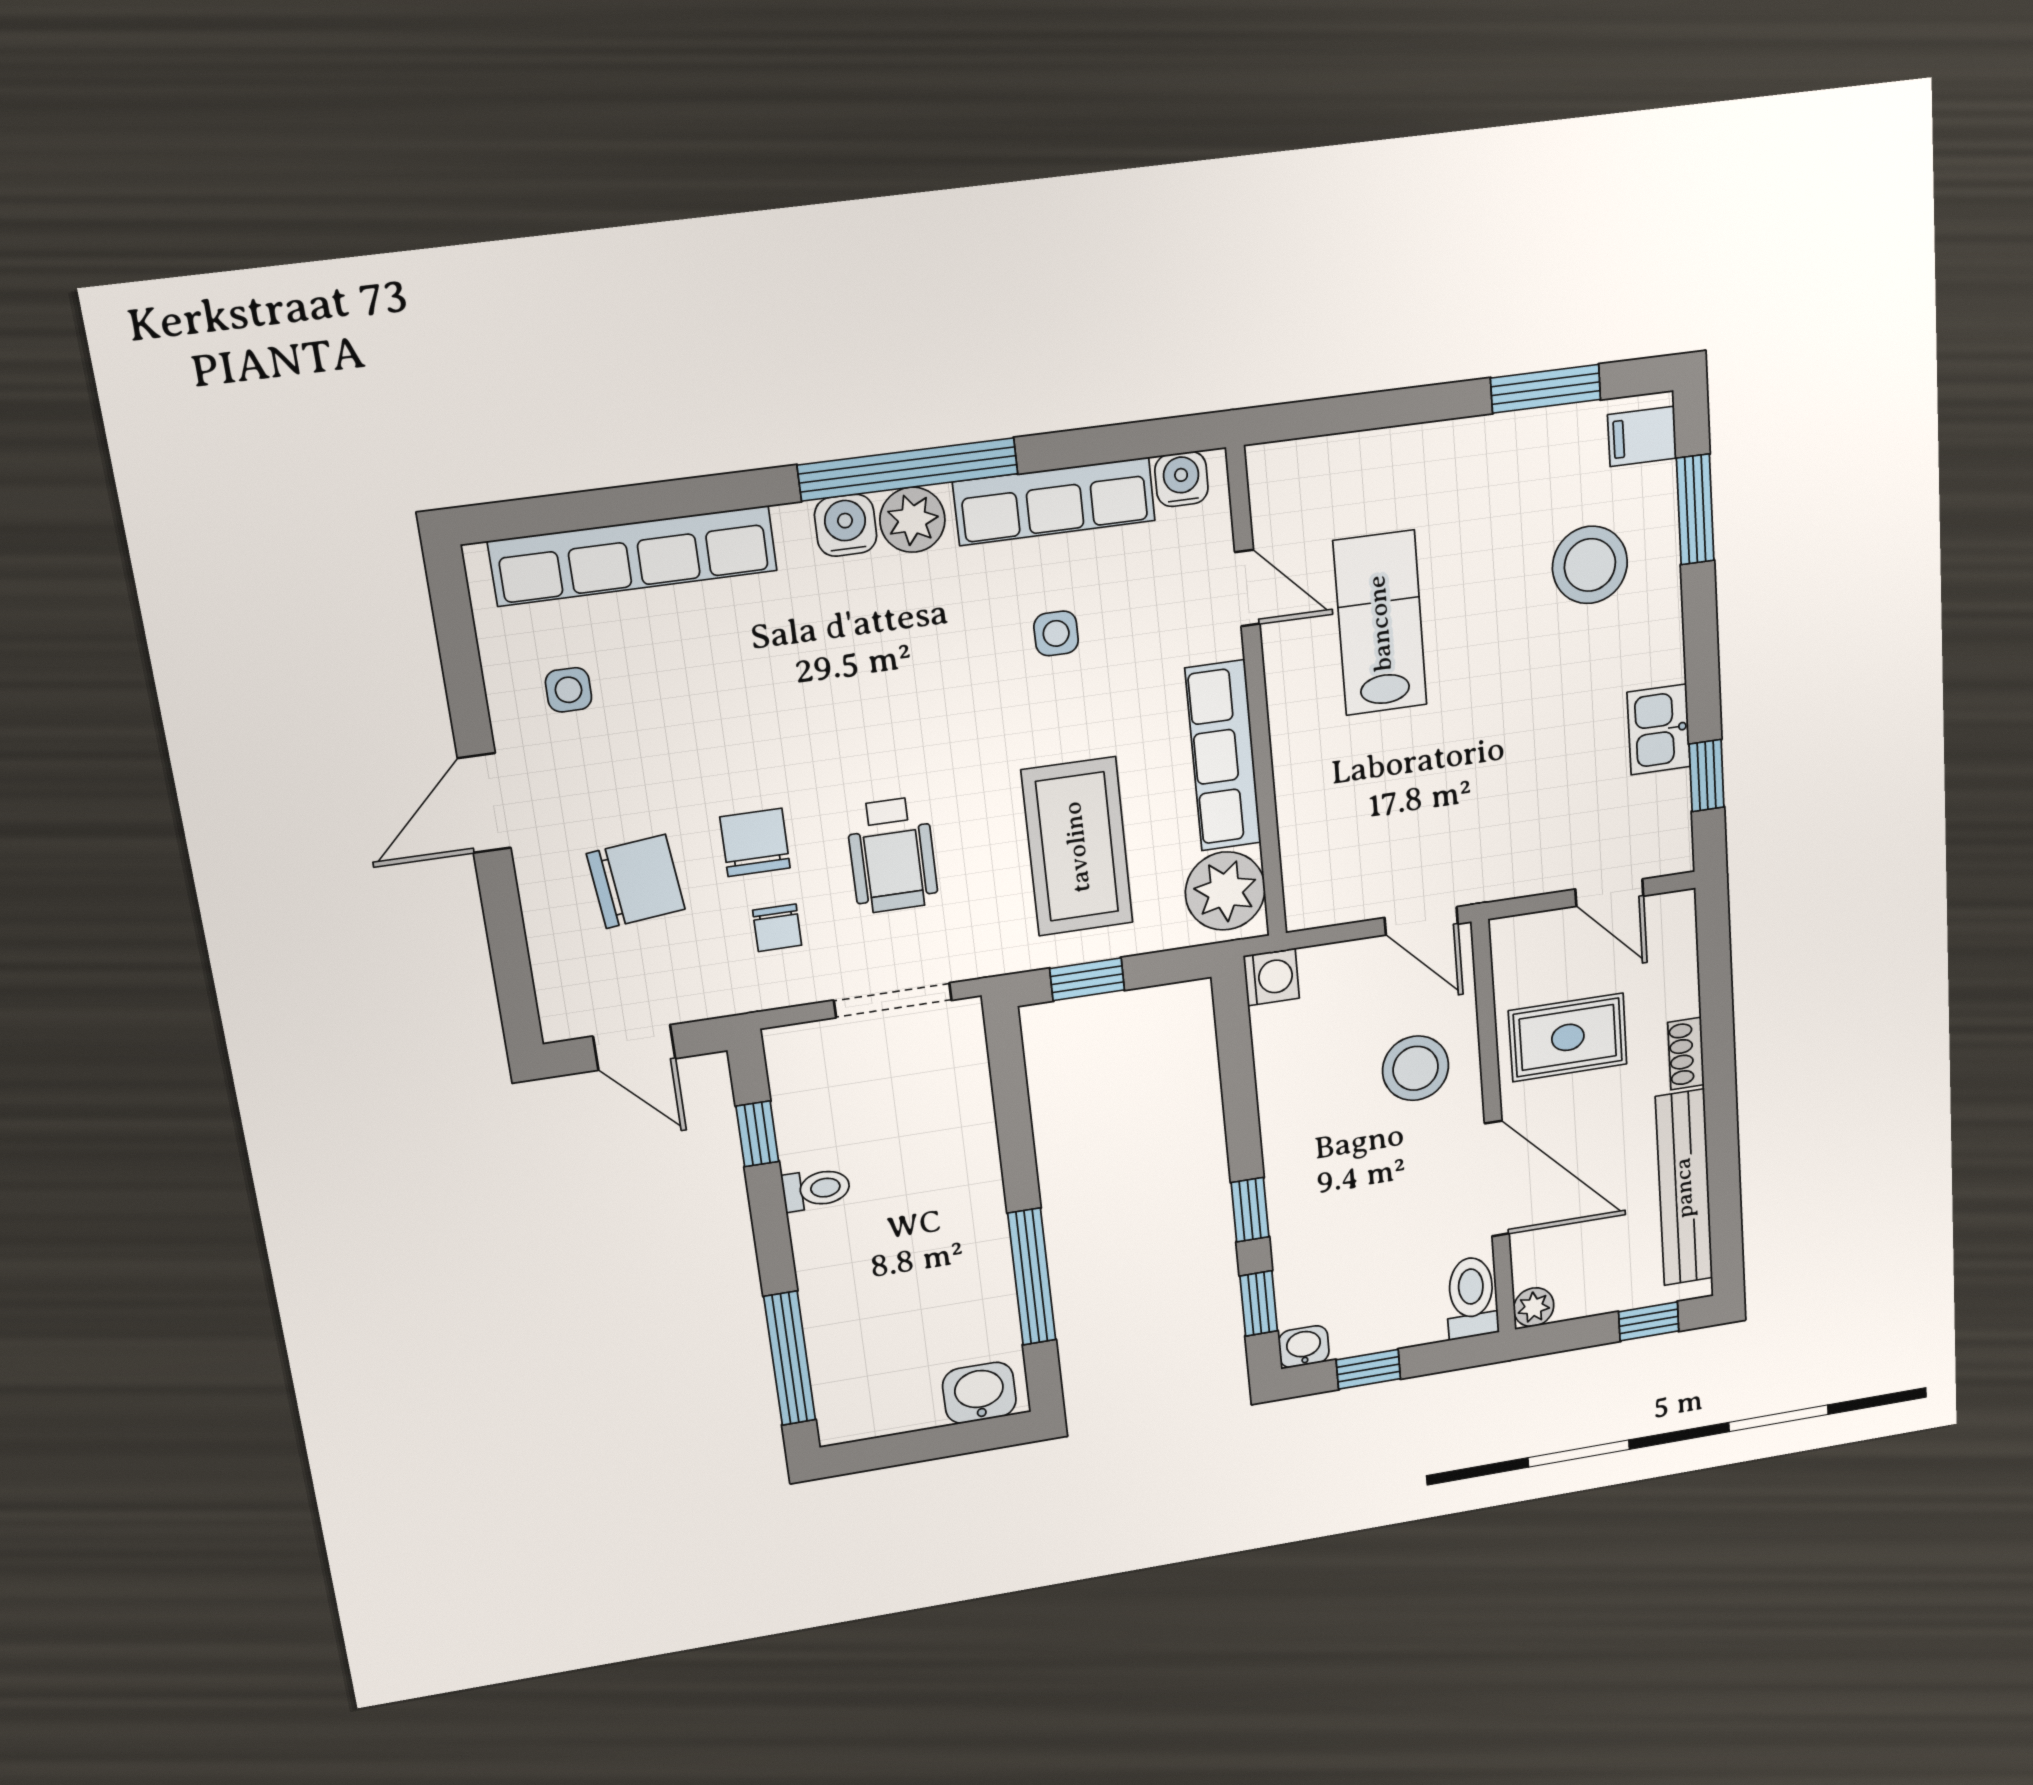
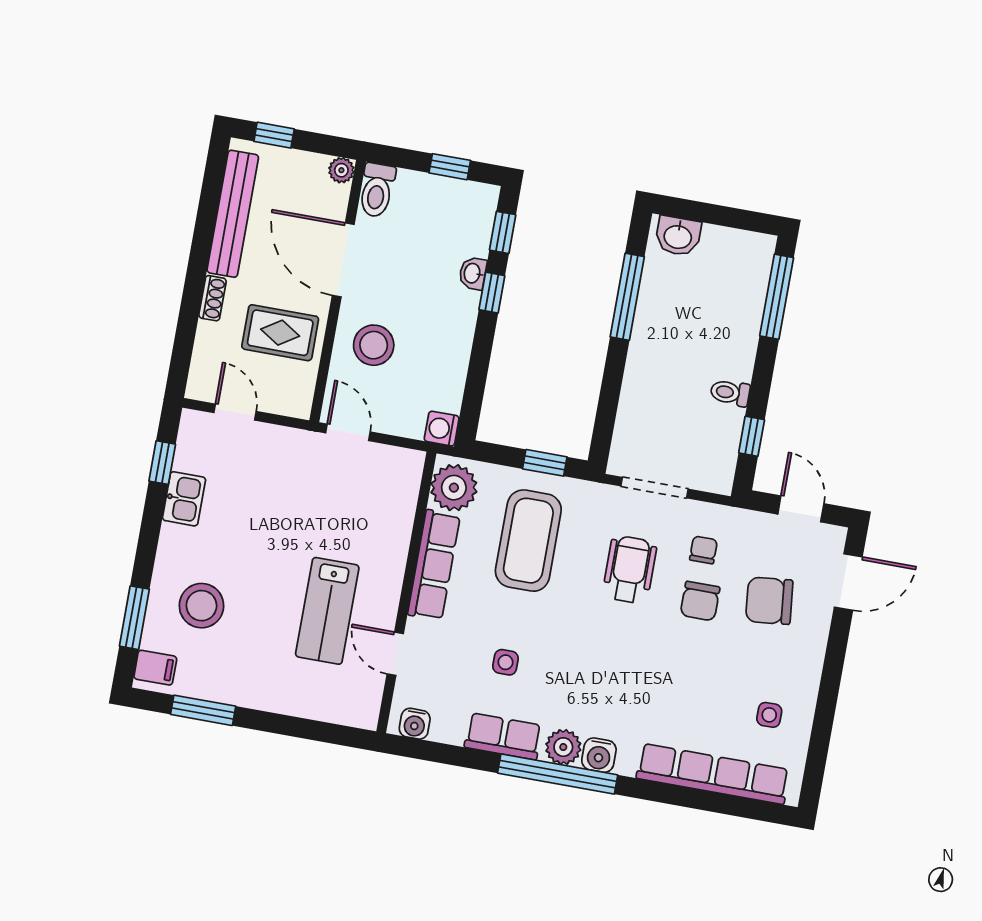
row of seats: (1054, 501) -> (503, 736), width x0.68
door: (484, 803) -> (848, 582), moved
washbasin: (1304, 1347) -> (473, 273), moved, turned 90

